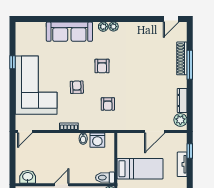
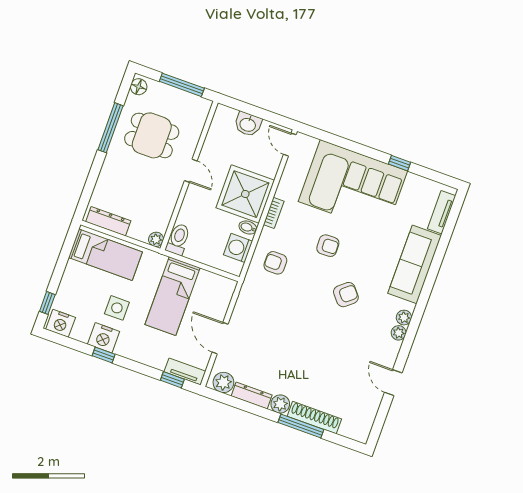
door: (171, 19) -> (393, 383), moved
tv unit: (33, 27) -> (442, 212), added
armchair: (102, 66) -> (346, 295), turned 140
plant: (181, 82) -> (280, 404), added
armchair: (108, 104) -> (275, 263), moved
shower: (64, 147) -> (245, 194), added
tv unit: (182, 164) -> (185, 372), moved
washbasin: (28, 177) -> (248, 124), moved, turned 90

